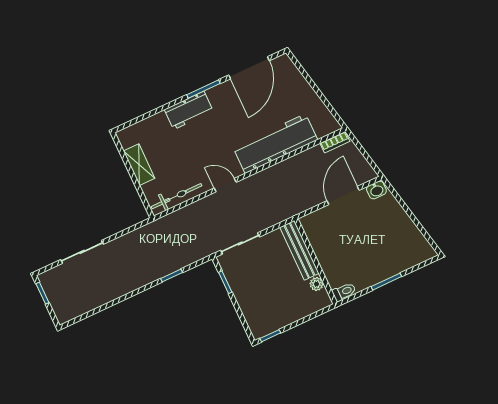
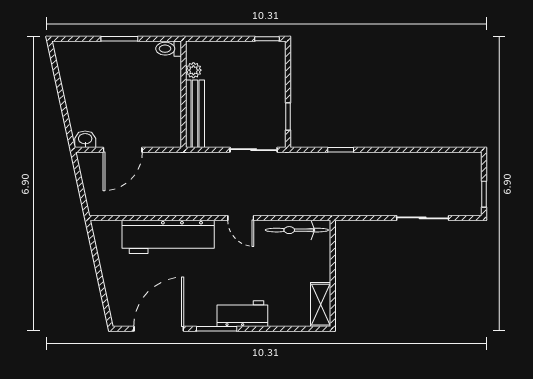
bookcase: (335, 142) -> (105, 209), removed
shelving: (139, 165) -> (321, 305), moved

